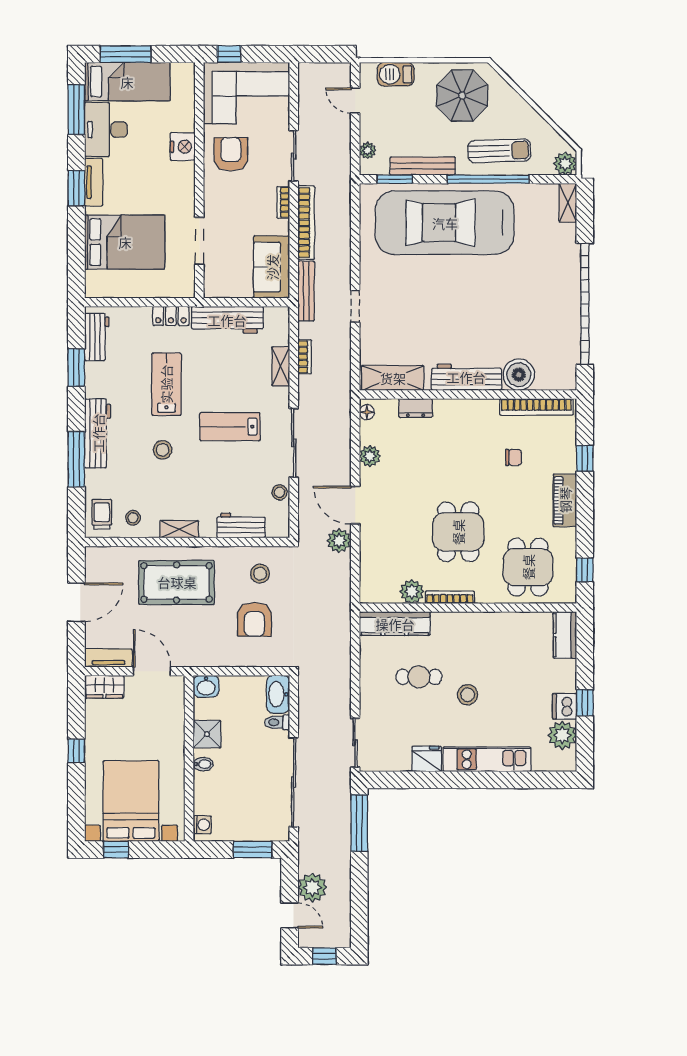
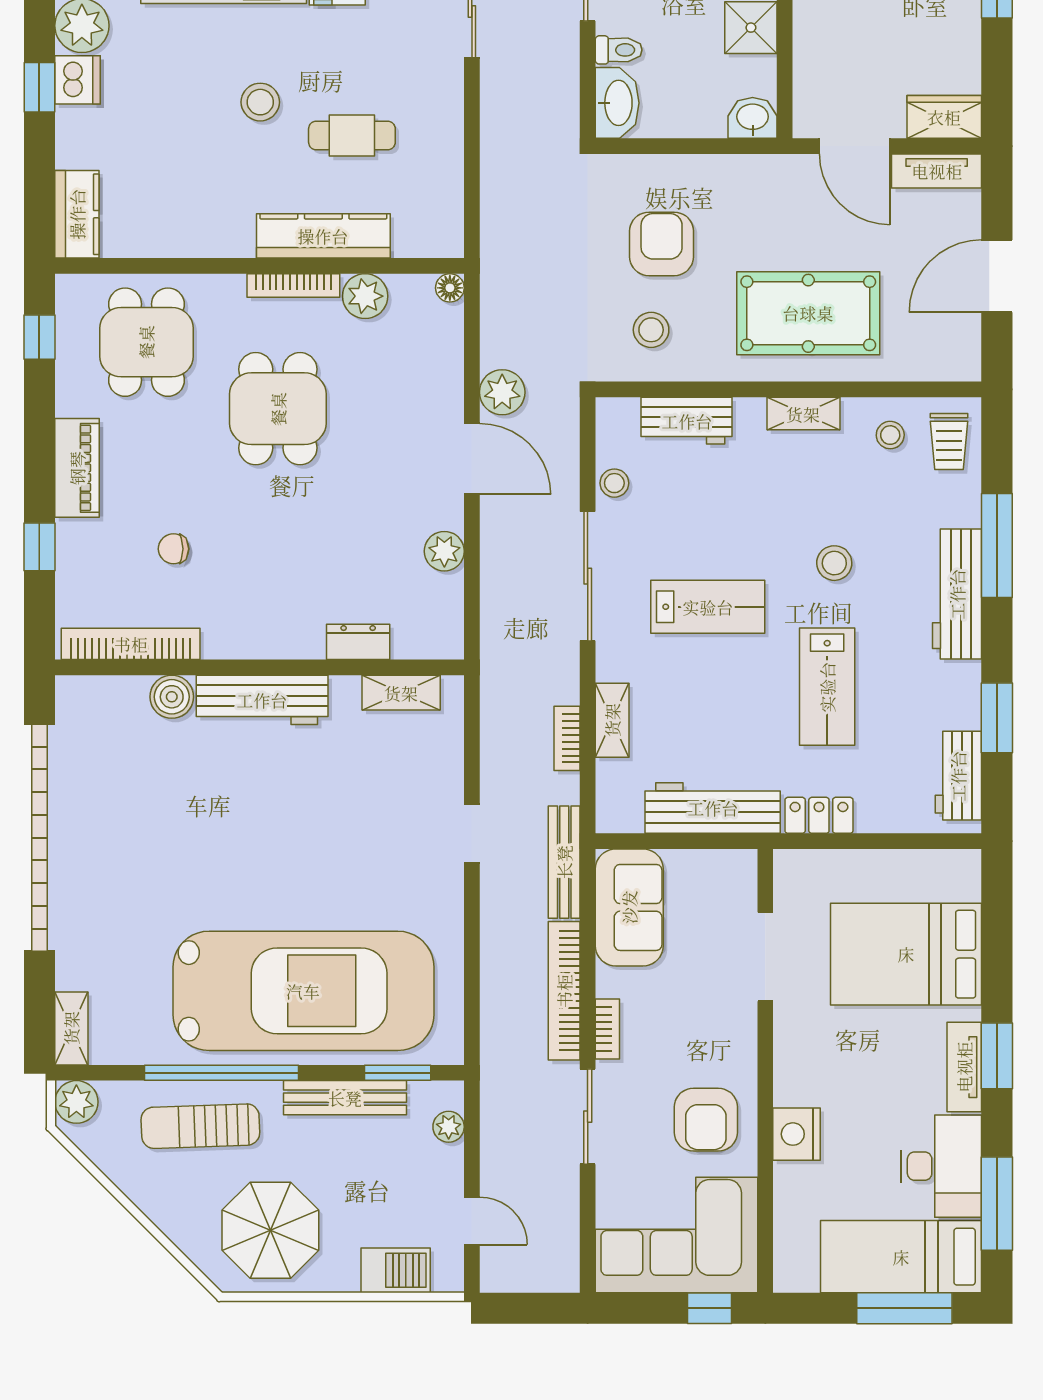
boiler: (519, 375) -> (172, 697), width x0.73, depth x0.73
shelving: (393, 378) -> (401, 693), width x0.67, depth x0.75
floor lamp: (367, 412) -> (450, 288), moved
kitchen counter: (395, 624) -> (323, 236), moved

